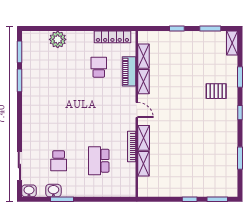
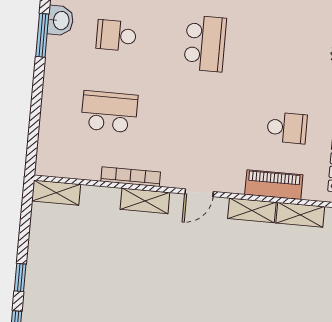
school desk: (59, 114) -> (205, 44), added
shelving: (144, 164) -> (56, 193), moved

